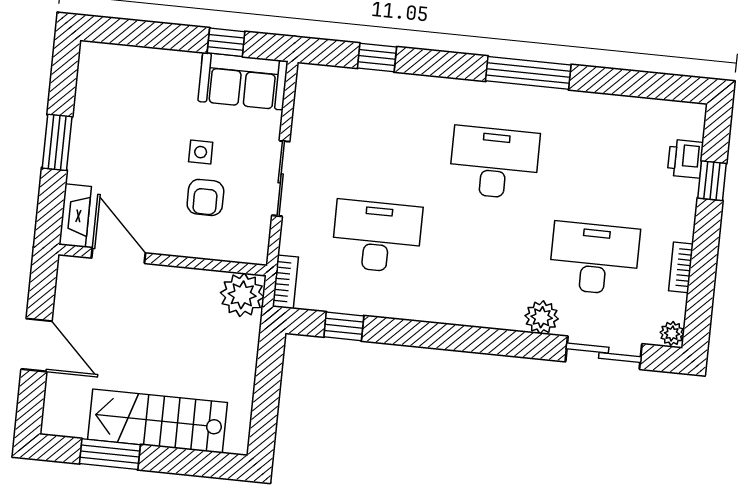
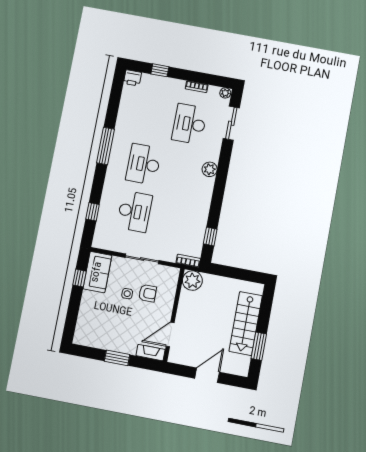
printer: (685, 159) -> (132, 78), moved
desk: (377, 236) -> (134, 211), moved, turned 180
plant: (542, 317) -> (210, 169), moved

